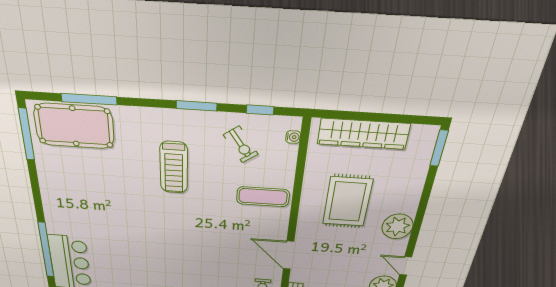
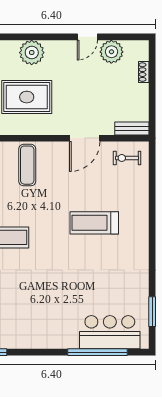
plant: (397, 226) -> (32, 53), moved
treadmill: (191, 257) -> (94, 223), added

